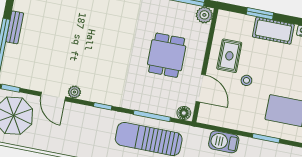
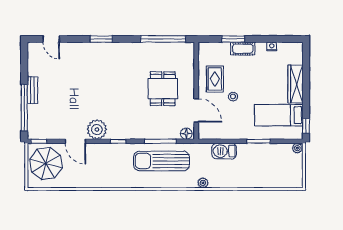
plant: (204, 15) -> (187, 49), removed
cot: (273, 31) -> (243, 49), width x0.73, depth x0.75
plant: (74, 92) -> (97, 130), width x1.87, depth x1.87

